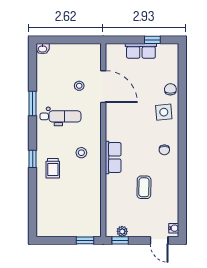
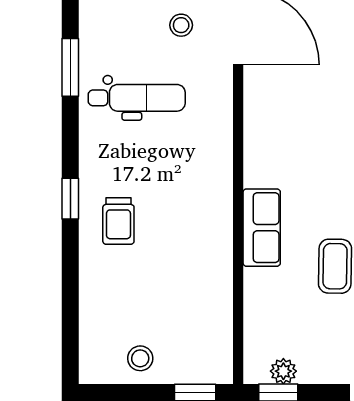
stool: (81, 153) -> (140, 358), moved
row of seats: (113, 157) -> (262, 228), moved

